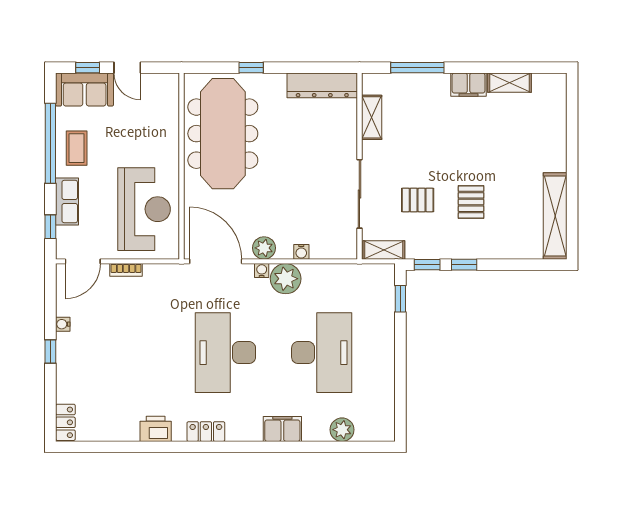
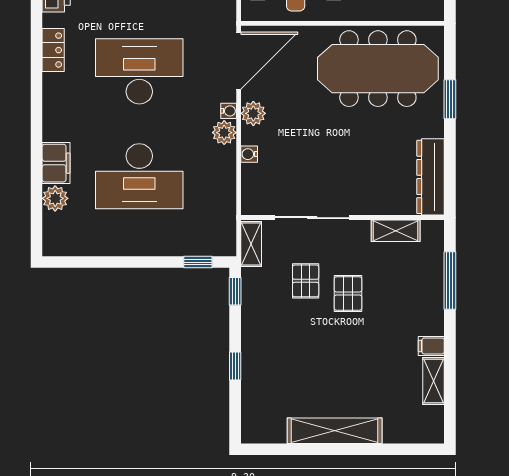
window: (251, 68) -> (450, 99), width x1.50
filing cabinet: (468, 85) -> (431, 346), width x0.50
pallet: (471, 202) -> (348, 294), moved, turned 90
shelving: (555, 216) -> (335, 431), moved
window: (464, 265) -> (235, 366), moved
plant: (286, 279) -> (224, 133), width x0.73, depth x0.73
filing cabinet: (282, 429) -> (56, 163), moved

